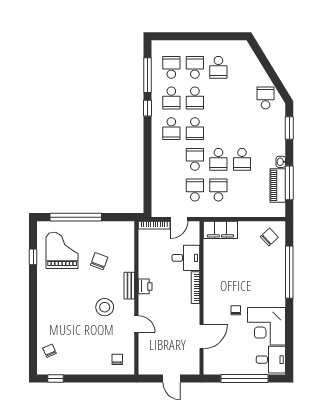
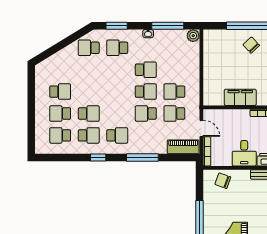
window: (148, 75) -> (142, 158), moved
school desk: (195, 129) -> (117, 48), moved, turned 180
piano: (278, 185) -> (183, 147), moved, turned 180
plant: (279, 210) -> (193, 36), added
filing cabinet: (220, 230) -> (240, 97), moved, turned -90
chair: (269, 237) -> (251, 45), moved
desk: (186, 258) -> (244, 153), moved, turned 180
chair: (99, 261) -> (223, 181), moved

